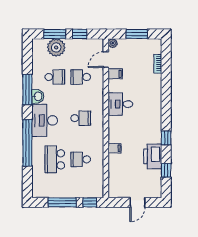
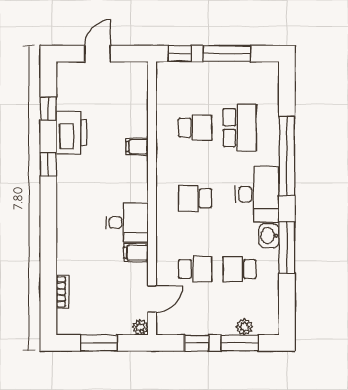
plant: (56, 47) -> (244, 327), width x0.53, depth x0.53
filing cabinet: (115, 74) -> (136, 253), moved

